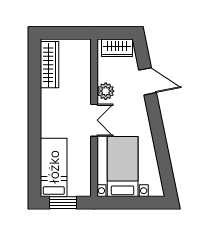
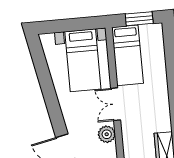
bed: (54, 167) -> (127, 55), moved

